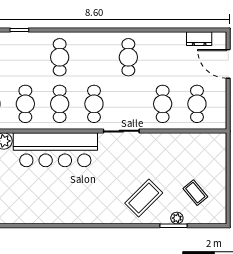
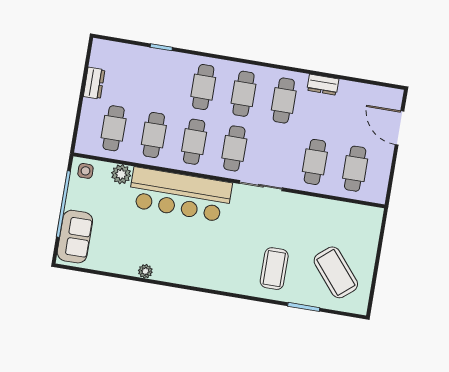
dresser: (199, 39) -> (323, 85), moved
cafe table: (94, 57) -> (244, 94), added
coffee table: (195, 193) -> (336, 272), width x1.86, depth x1.72
coffee table: (144, 198) -> (274, 269), turned -45
plant: (177, 218) -> (145, 271), moved

